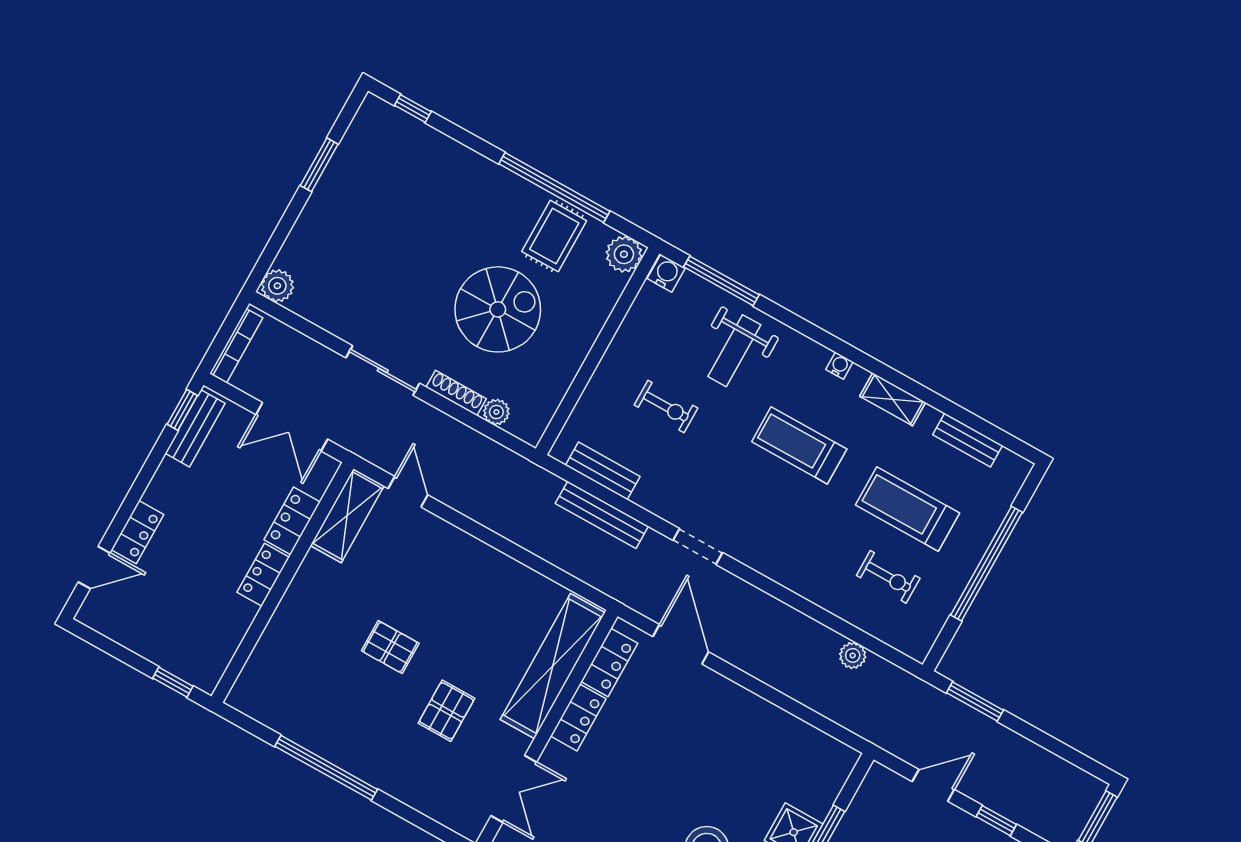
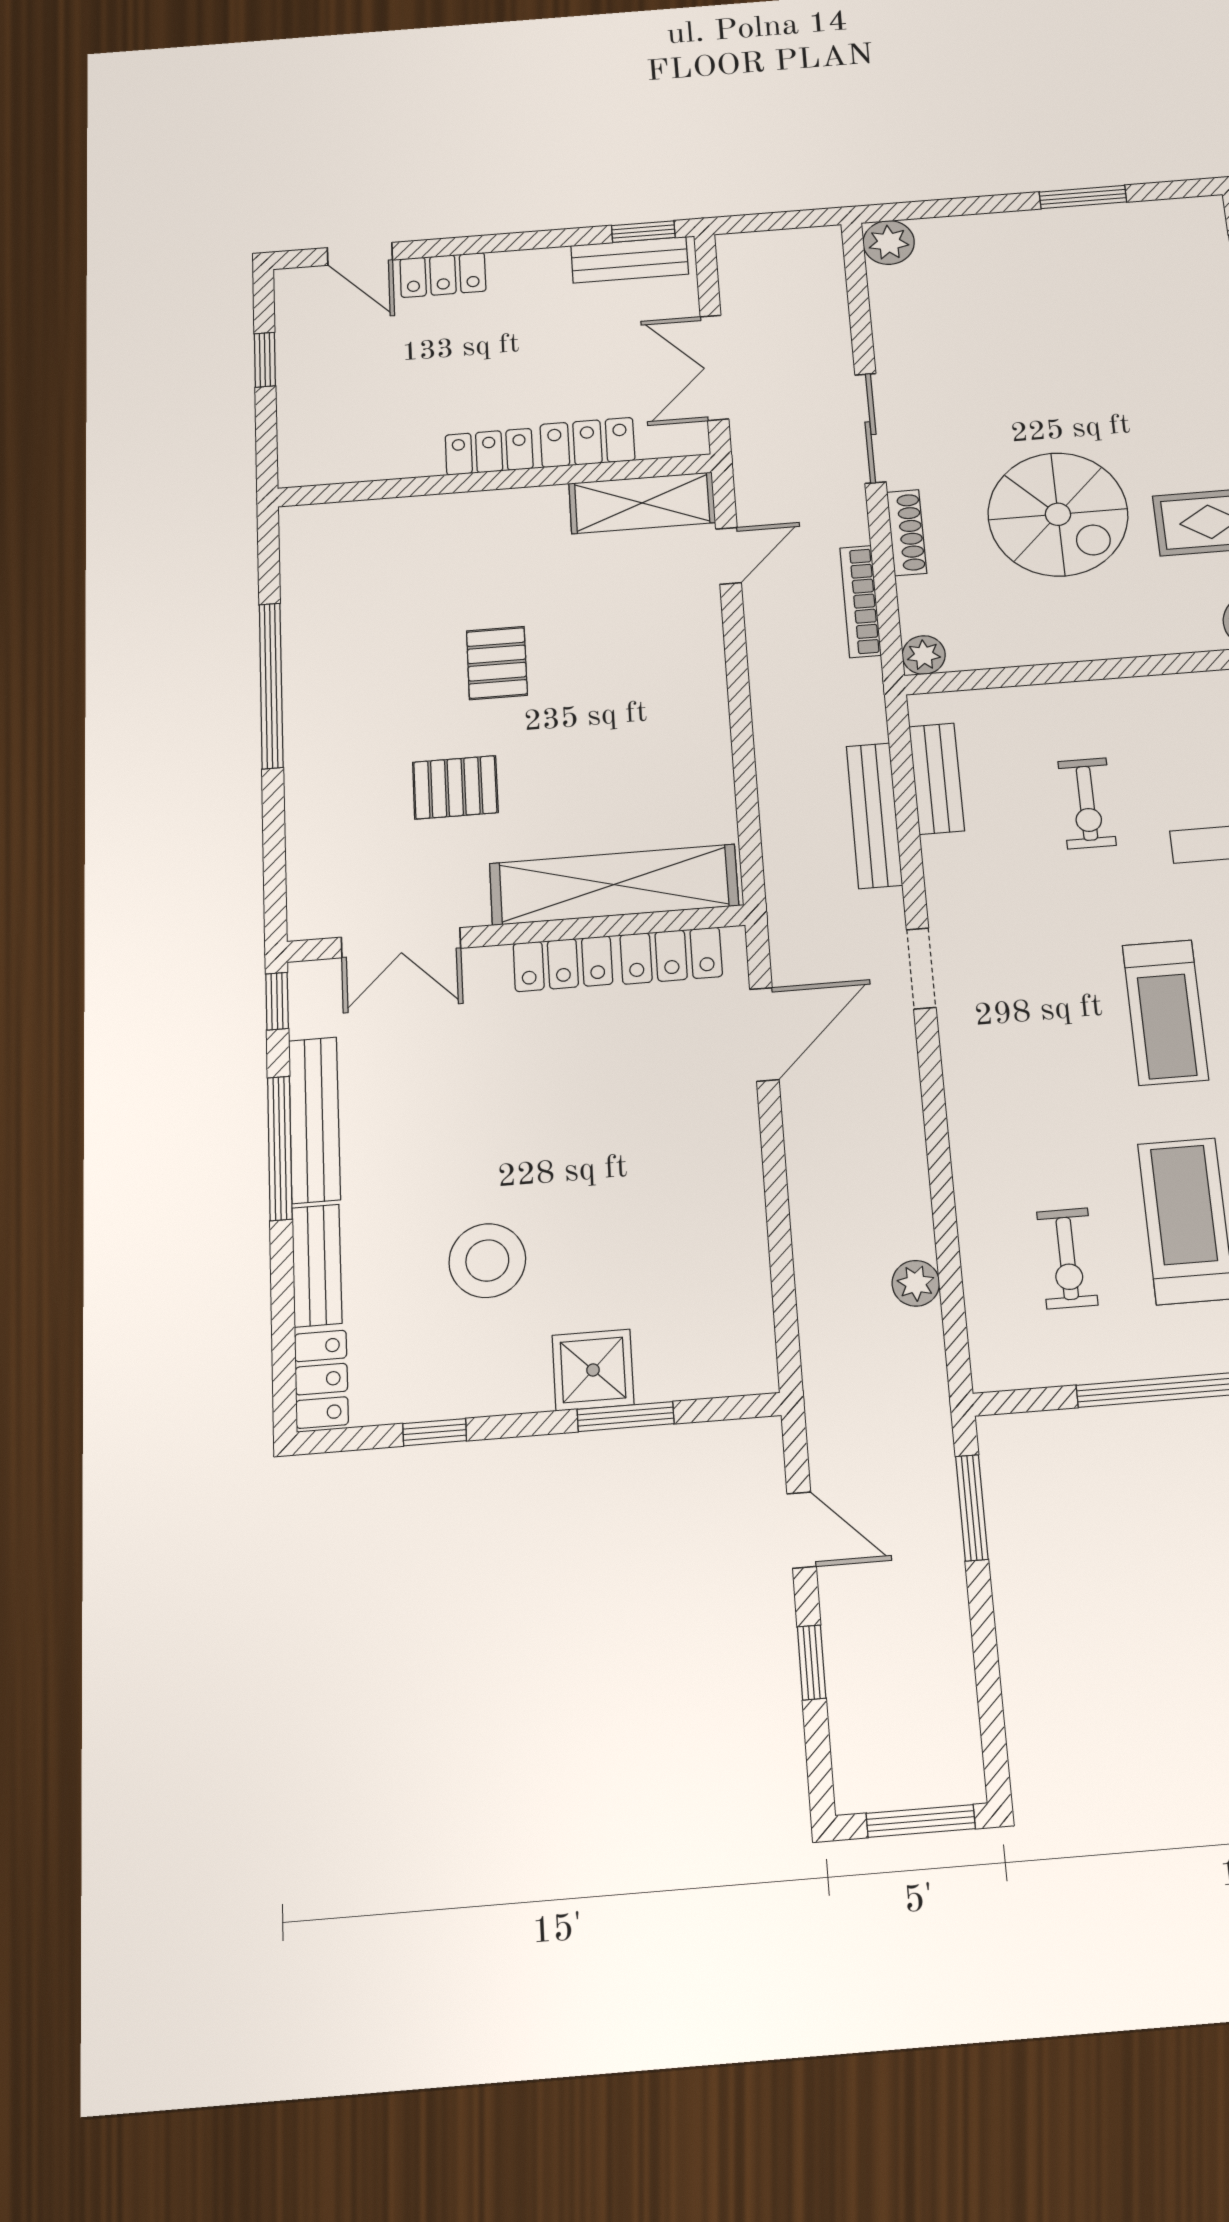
bookcase: (236, 346) -> (861, 601), moved, turned 90
plant: (496, 412) -> (924, 655), moved
treadmill: (799, 445) -> (1165, 1012), turned 180
window: (173, 682) -> (265, 360), moved

